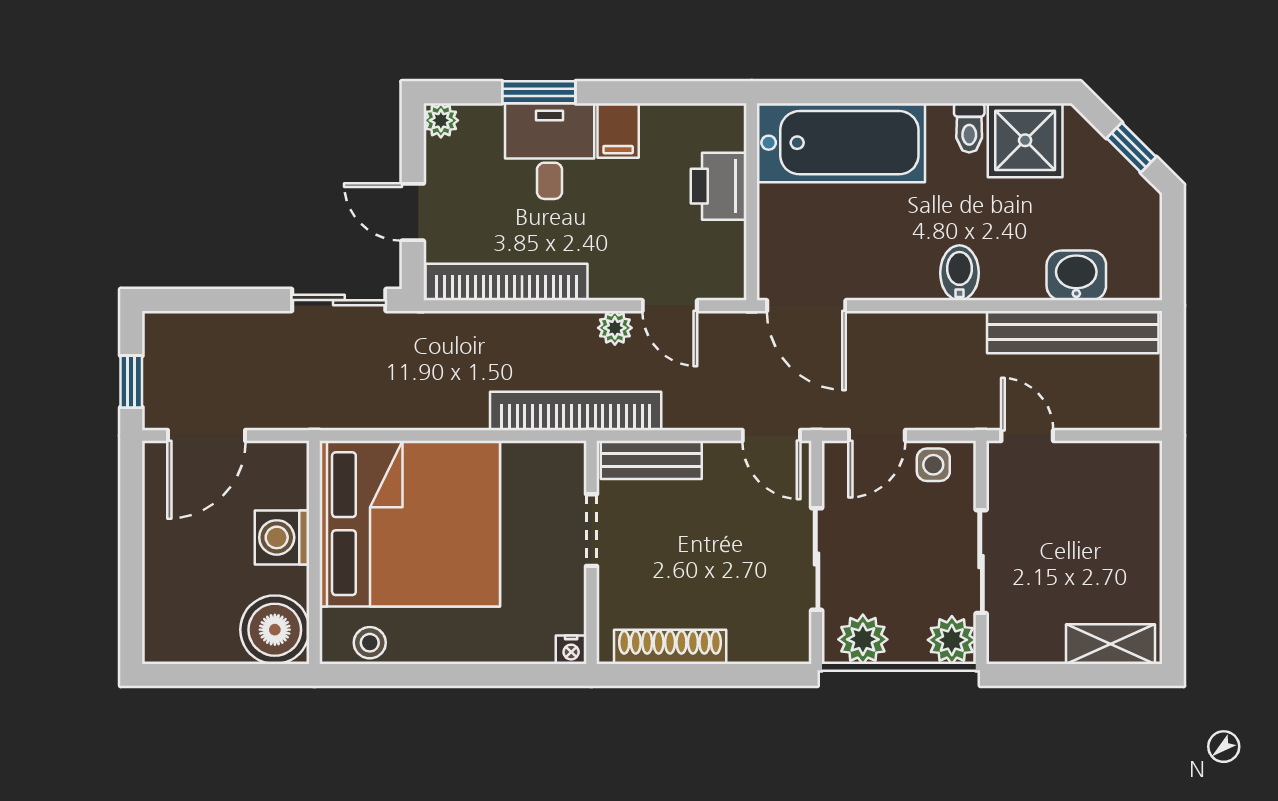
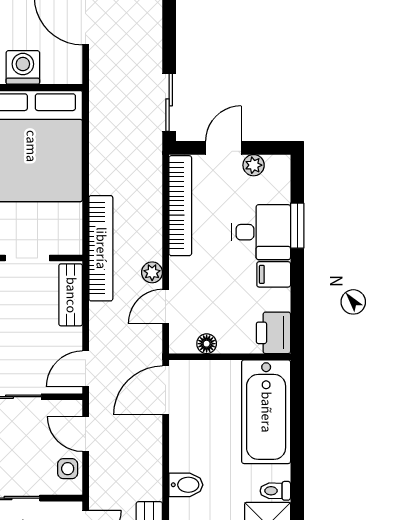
plant: (441, 120) -> (254, 165), moved
printer: (719, 186) -> (273, 333), moved, turned -90
floor lamp: (730, 239) -> (207, 344), added

